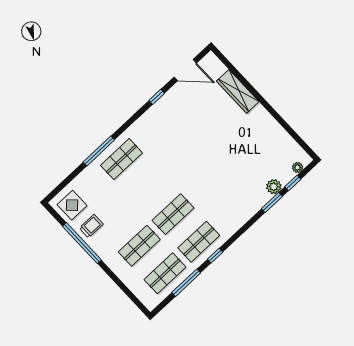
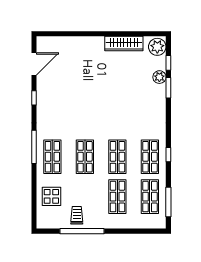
wardrobe: (238, 91) -> (124, 44), moved
window: (99, 151) -> (34, 147), moved
plant: (297, 167) -> (157, 47), width x1.88, depth x1.88
shop shelf: (147, 187) -> (85, 157), added
display table: (72, 205) -> (51, 196), moved
window: (186, 283) -> (168, 202), moved

